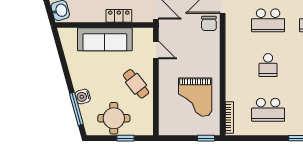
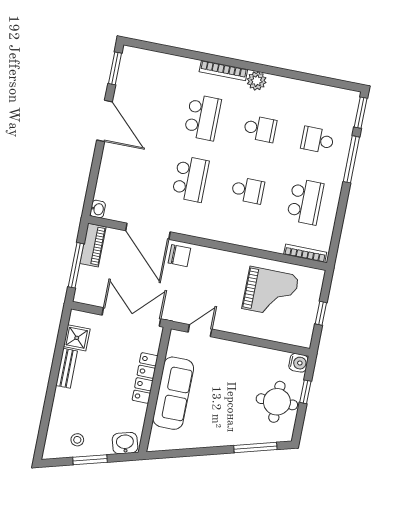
locker: (119, 16) -> (145, 378), width x1.53
cafe table: (136, 84) -> (238, 365), removed
water cooler: (83, 97) -> (298, 363), moved, turned -75
window: (206, 138) -> (321, 313), moved

